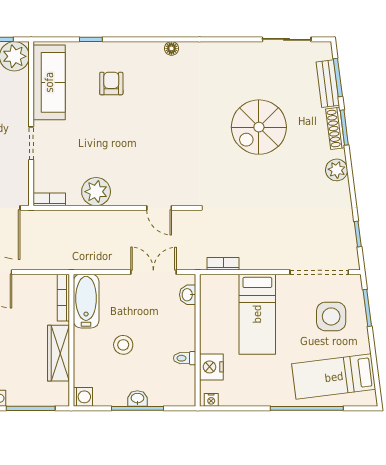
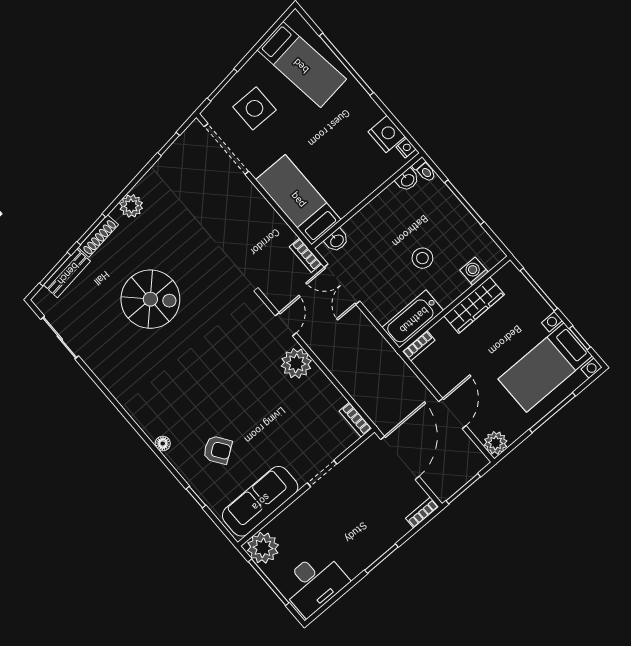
floor lamp: (171, 48) -> (163, 443), moved
armchair: (111, 83) -> (218, 450), turned -125
plant: (96, 192) -> (296, 363), moved
bookcase: (223, 264) -> (305, 255), moved
bookcase: (63, 298) -> (419, 346), width x0.64
bed: (257, 314) -> (298, 200), moved, turned -90
toilet: (185, 358) -> (424, 170), moved
nightstand: (211, 367) -> (387, 134), moved, turned -90
washing machine: (83, 397) -> (474, 271), moved
washbasin: (137, 399) -> (407, 180), moved, turned -90

